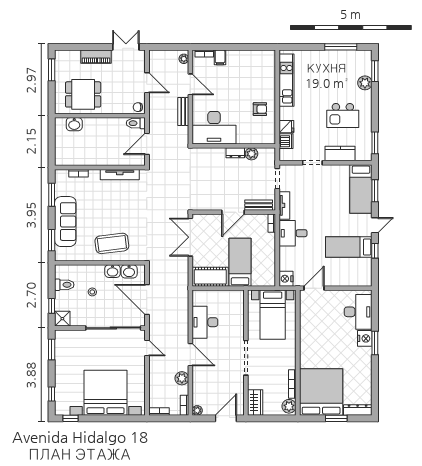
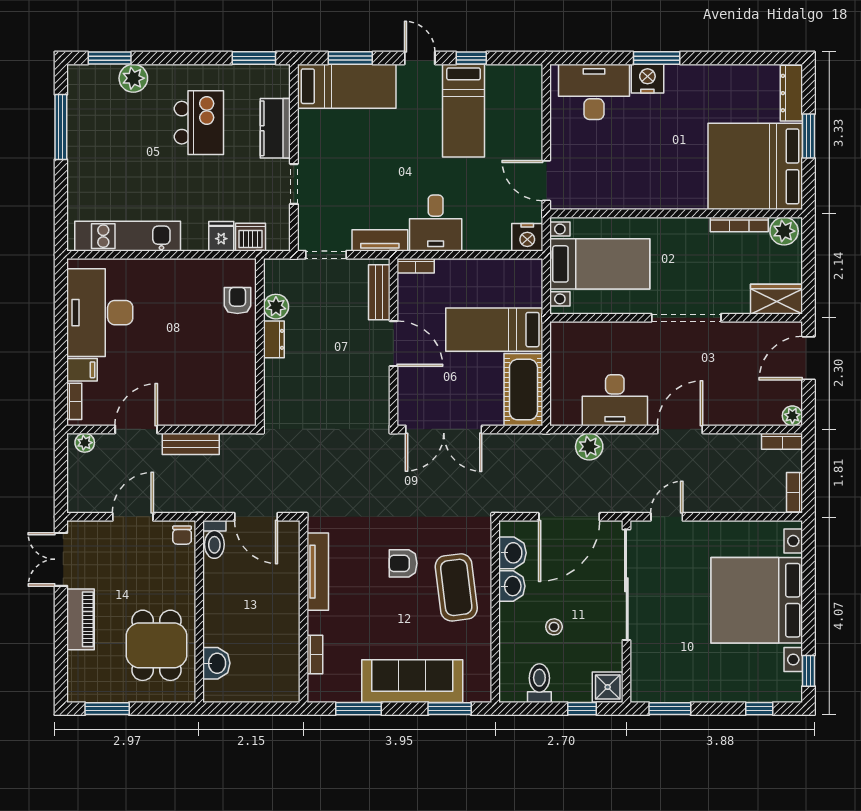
armchair: (260, 109) -> (237, 300), moved
desk: (214, 128) -> (100, 313), moved, turned 180
armchair: (124, 217) -> (403, 563), added
plant: (182, 378) -> (589, 447), moved
door: (226, 418) -> (808, 358), hinge flipped

